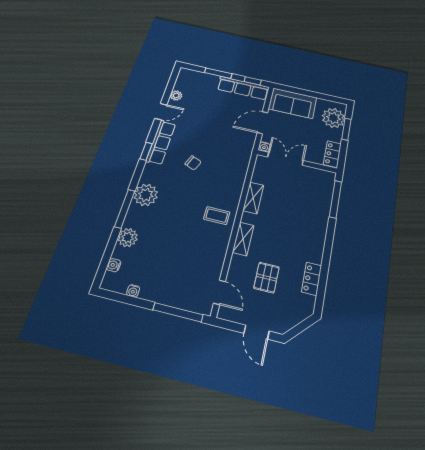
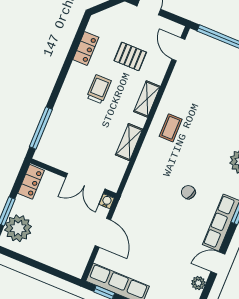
sofa: (293, 103) -> (62, 255), removed
door: (262, 123) -> (103, 233), hinge flipped
coffee table: (217, 216) -> (171, 128), turned 90
trolley: (291, 241) -> (99, 89), added
pallet: (267, 278) -> (130, 56), turned 90

